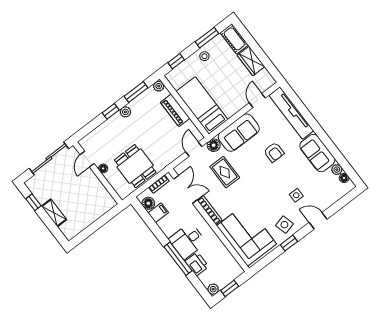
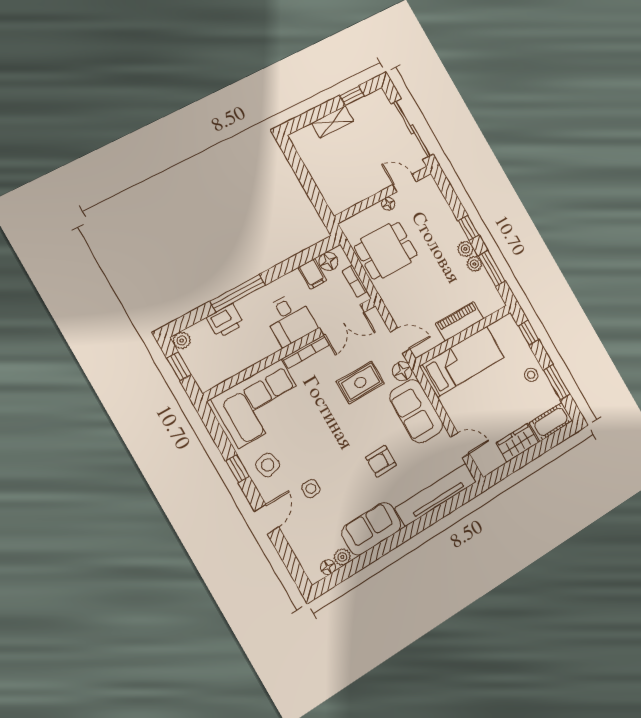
plant: (159, 86) -> (474, 264), moved
desk: (187, 241) -> (290, 319), moved, turned 180

